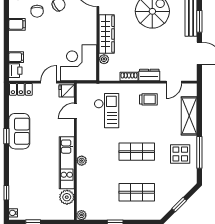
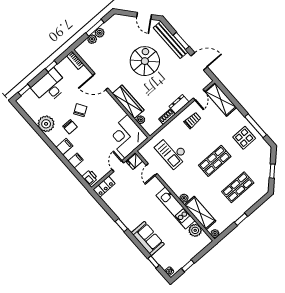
filing cabinet: (16, 57) -> (76, 160), moved
checkout: (107, 111) -> (172, 152), turned 180
shelving: (189, 116) -> (221, 99), moved
sofa: (19, 131) -> (148, 239), moved
shelving: (84, 186) -> (200, 213), added

